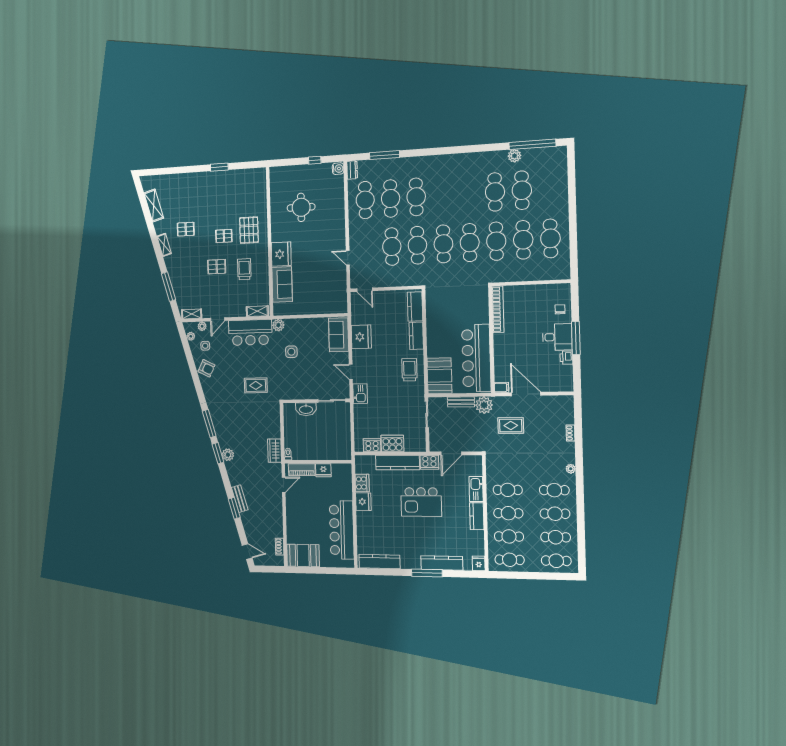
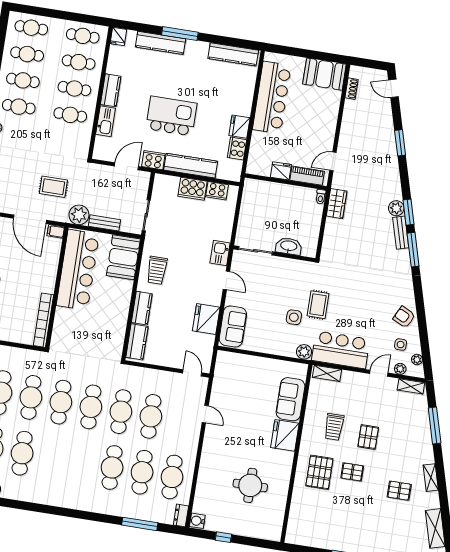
pallet: (217, 267) -> (368, 437), turned 90
rug: (256, 385) -> (318, 305), moved, turned 90
bench: (240, 499) -> (401, 233), moved

